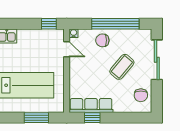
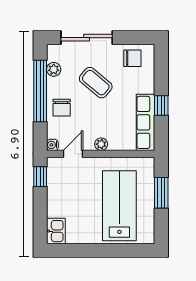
plant: (132, 34) -> (54, 69), added
plant: (74, 71) -> (101, 144), added
window: (92, 118) -> (161, 105), moved

